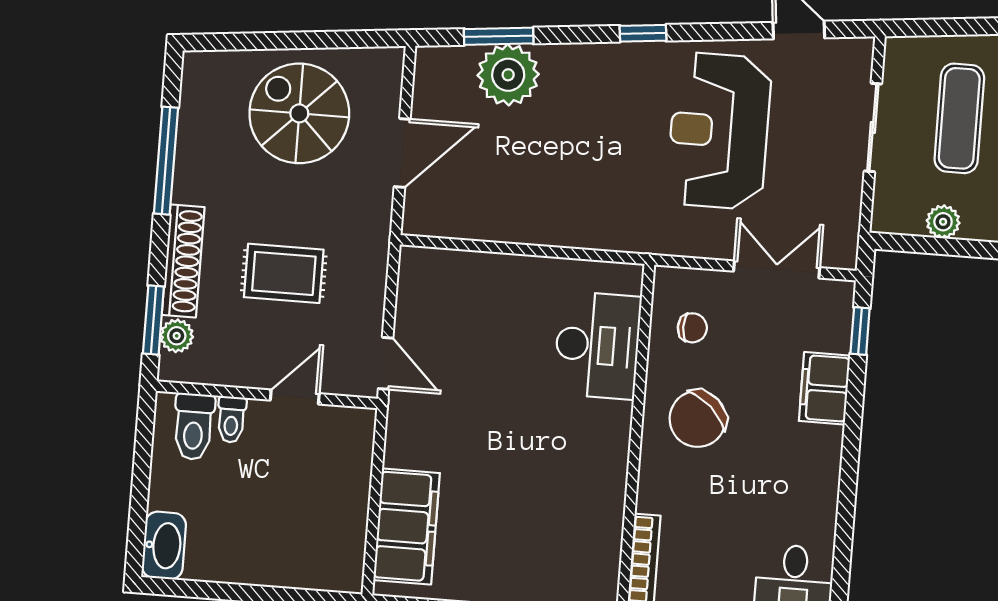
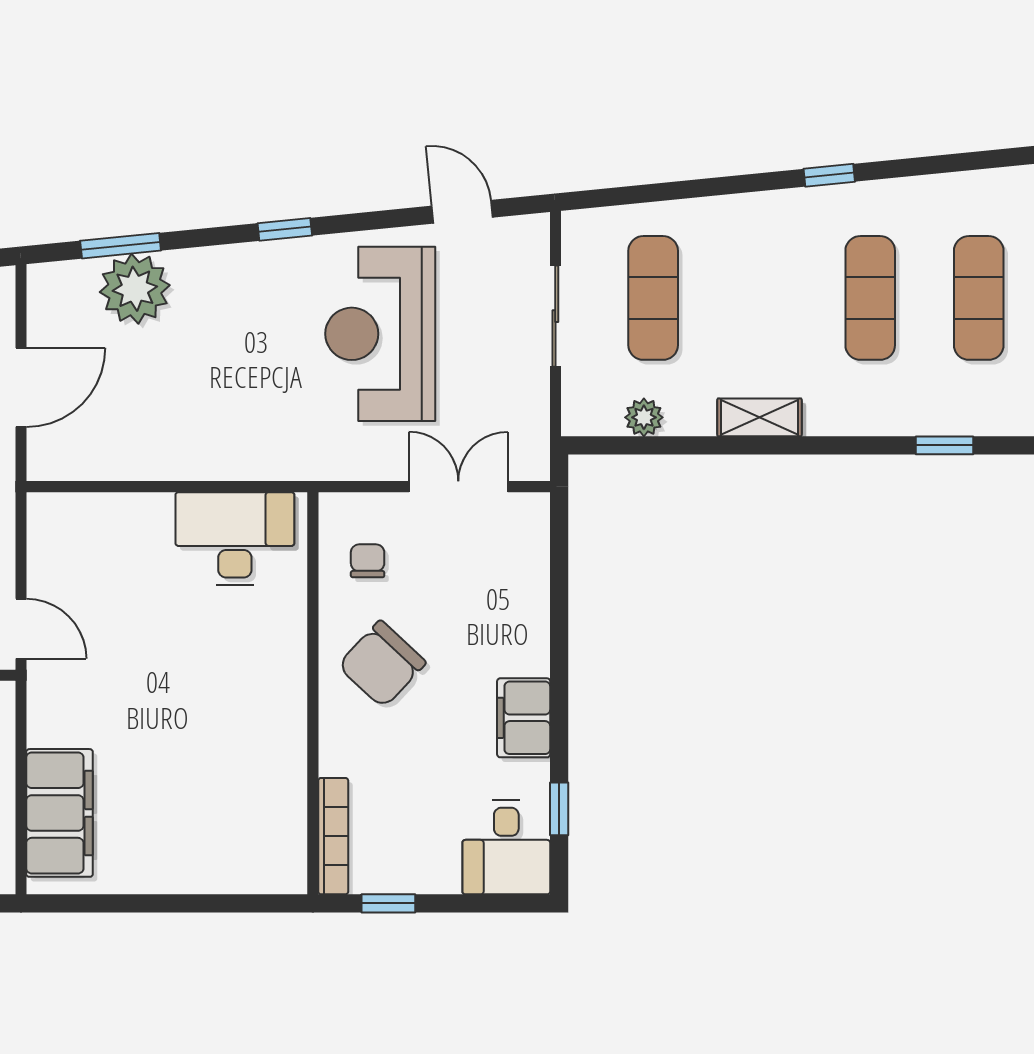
chair: (692, 328) -> (368, 561), turned -90
window: (860, 331) -> (559, 809), moved
desk: (597, 345) -> (235, 539), moved, turned -90
filing cabinet: (824, 388) -> (524, 718), moved

